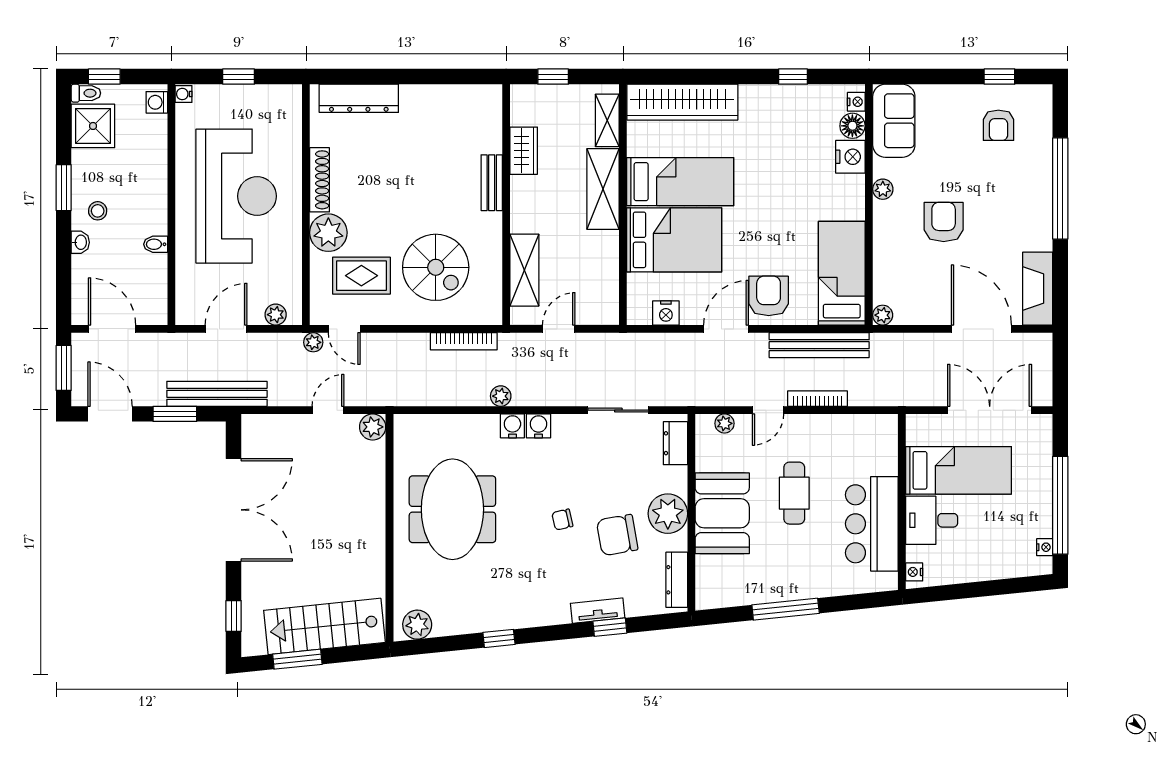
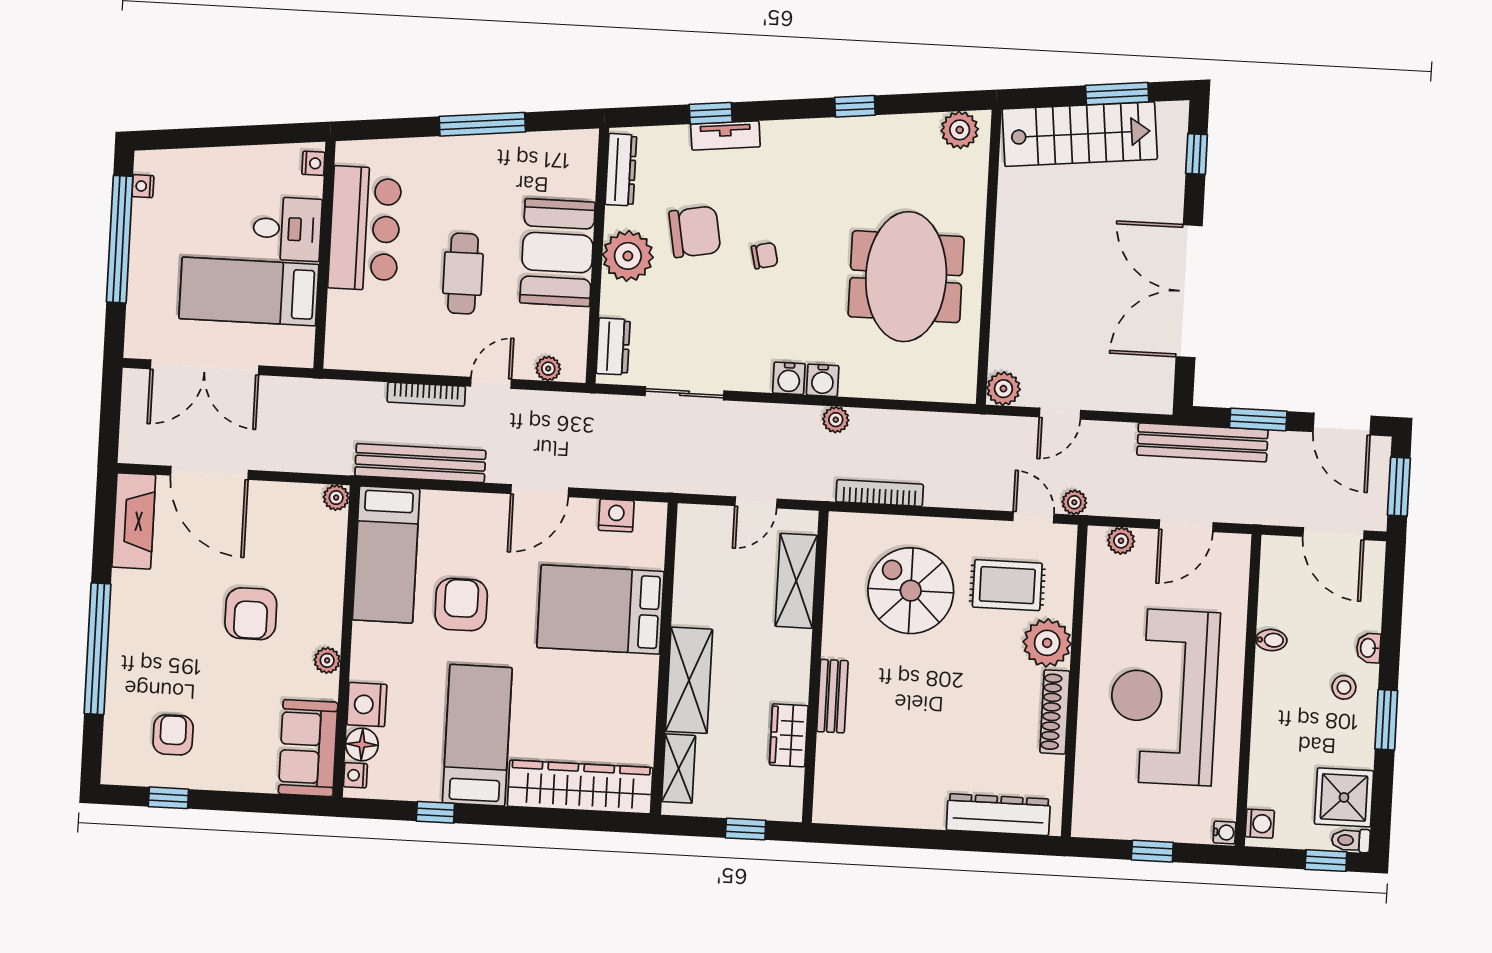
bed: (680, 182) -> (477, 735), moved, turned 90
armchair: (769, 296) -> (461, 605), moved, turned 180

